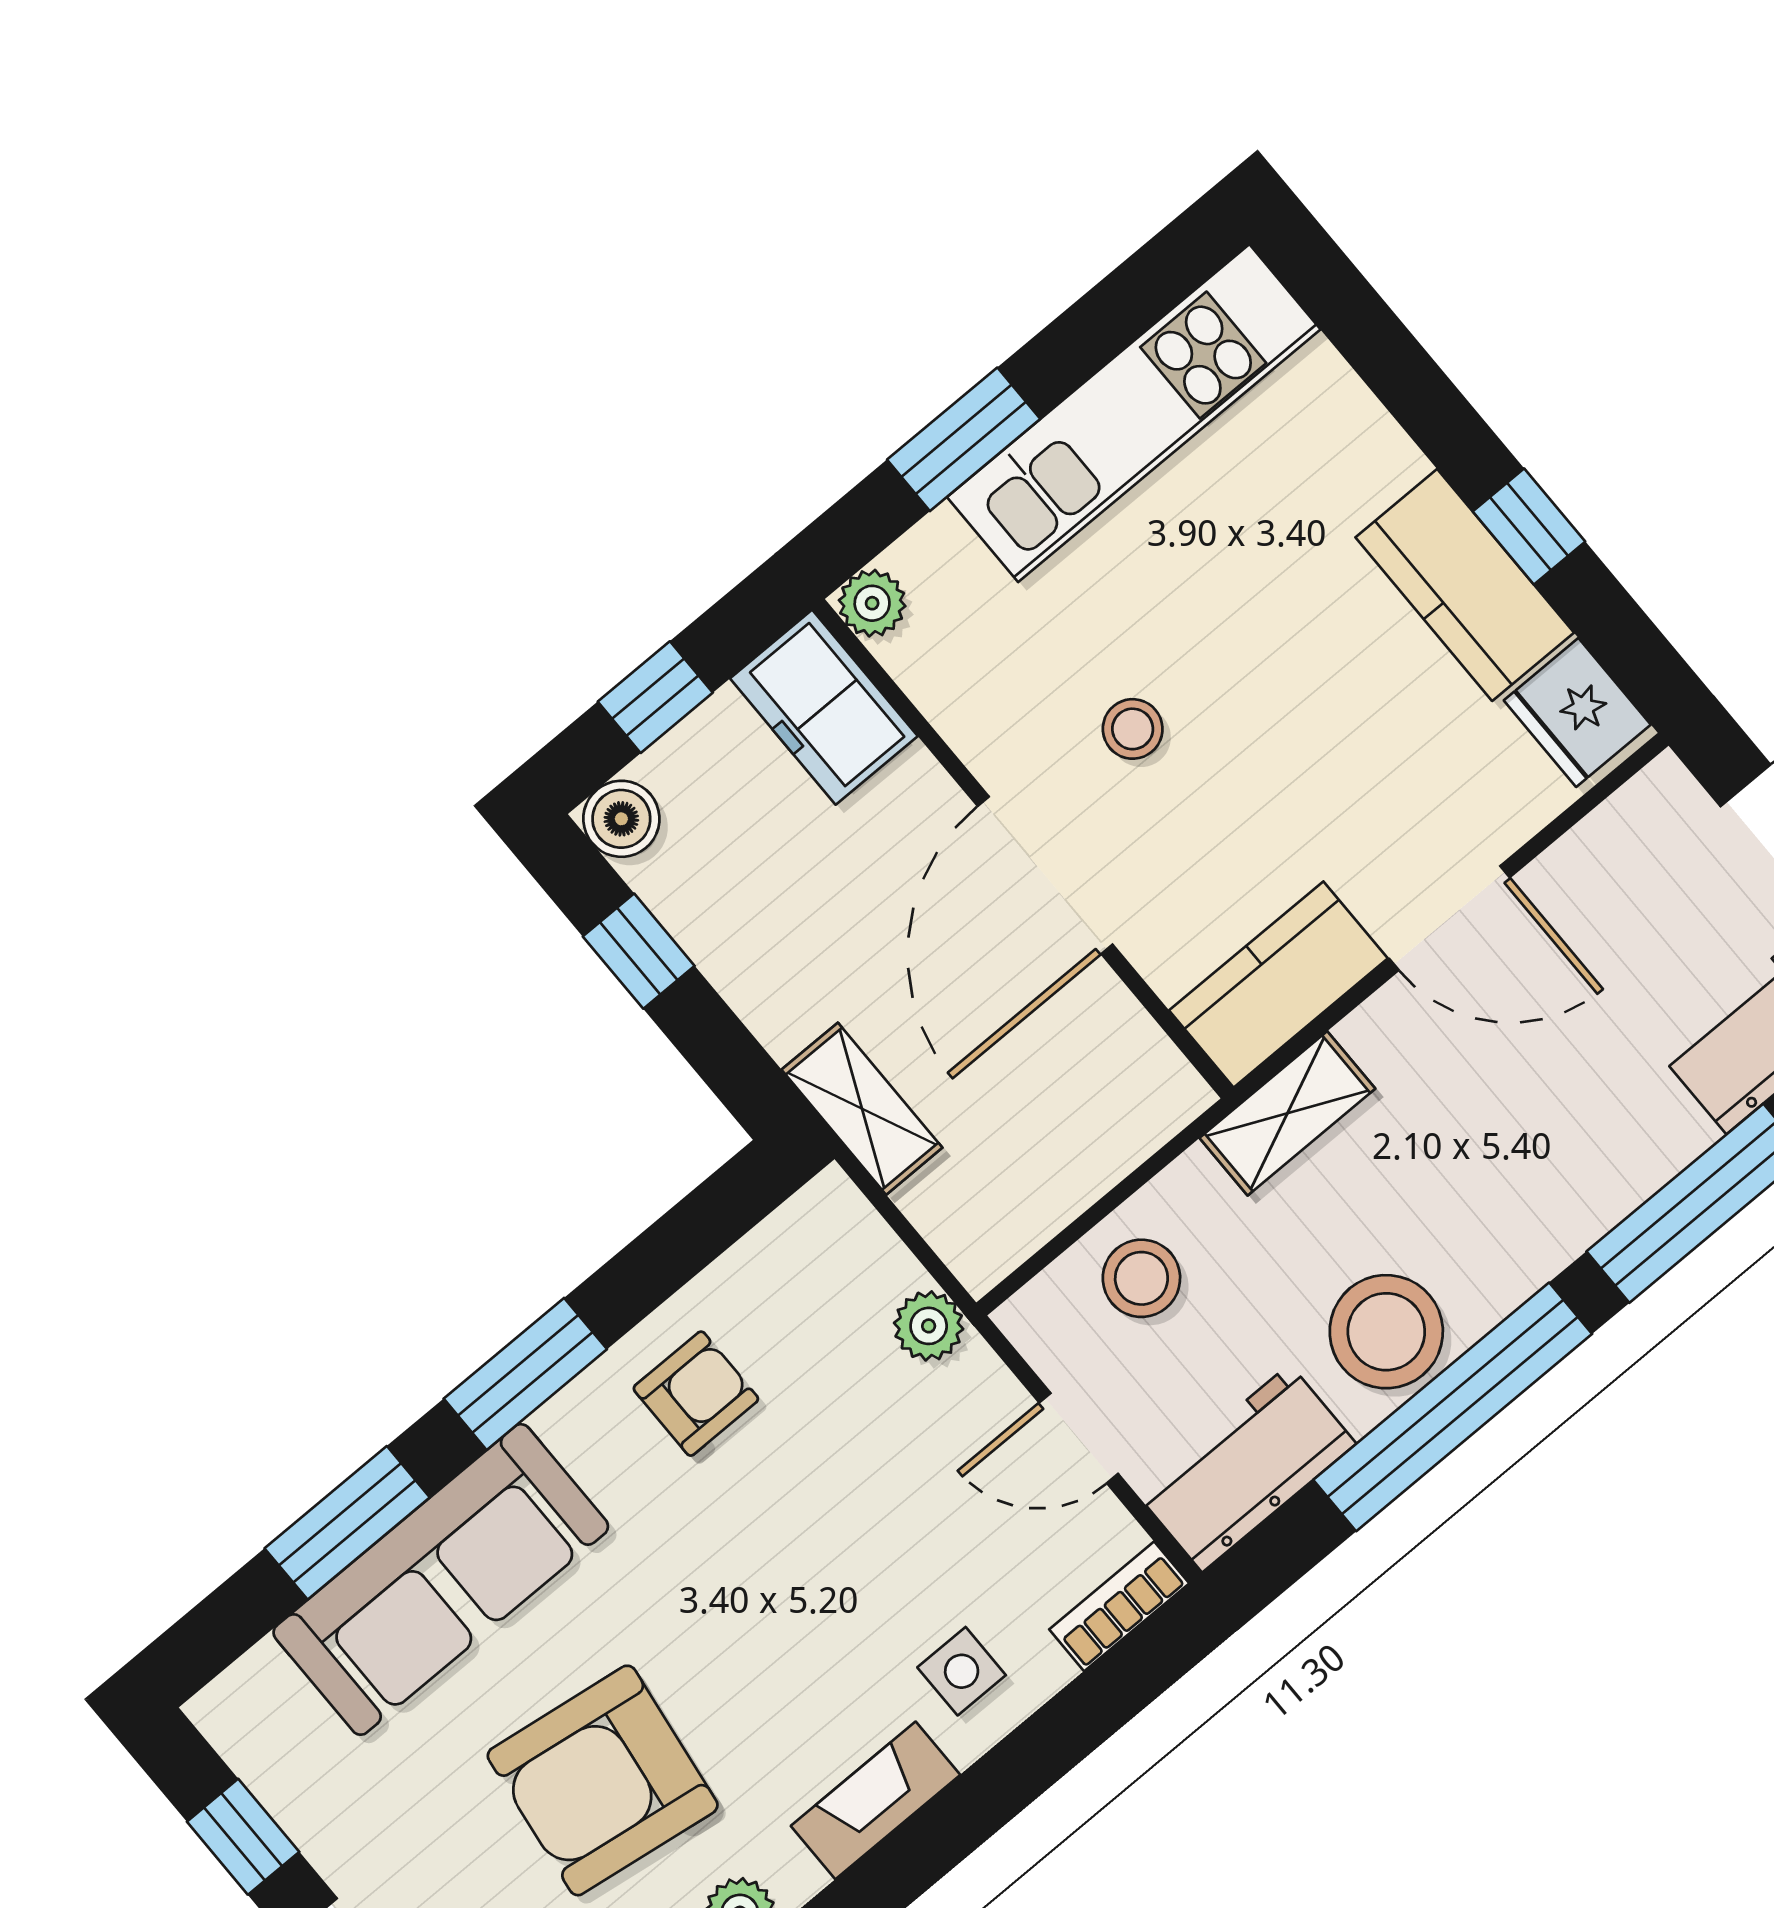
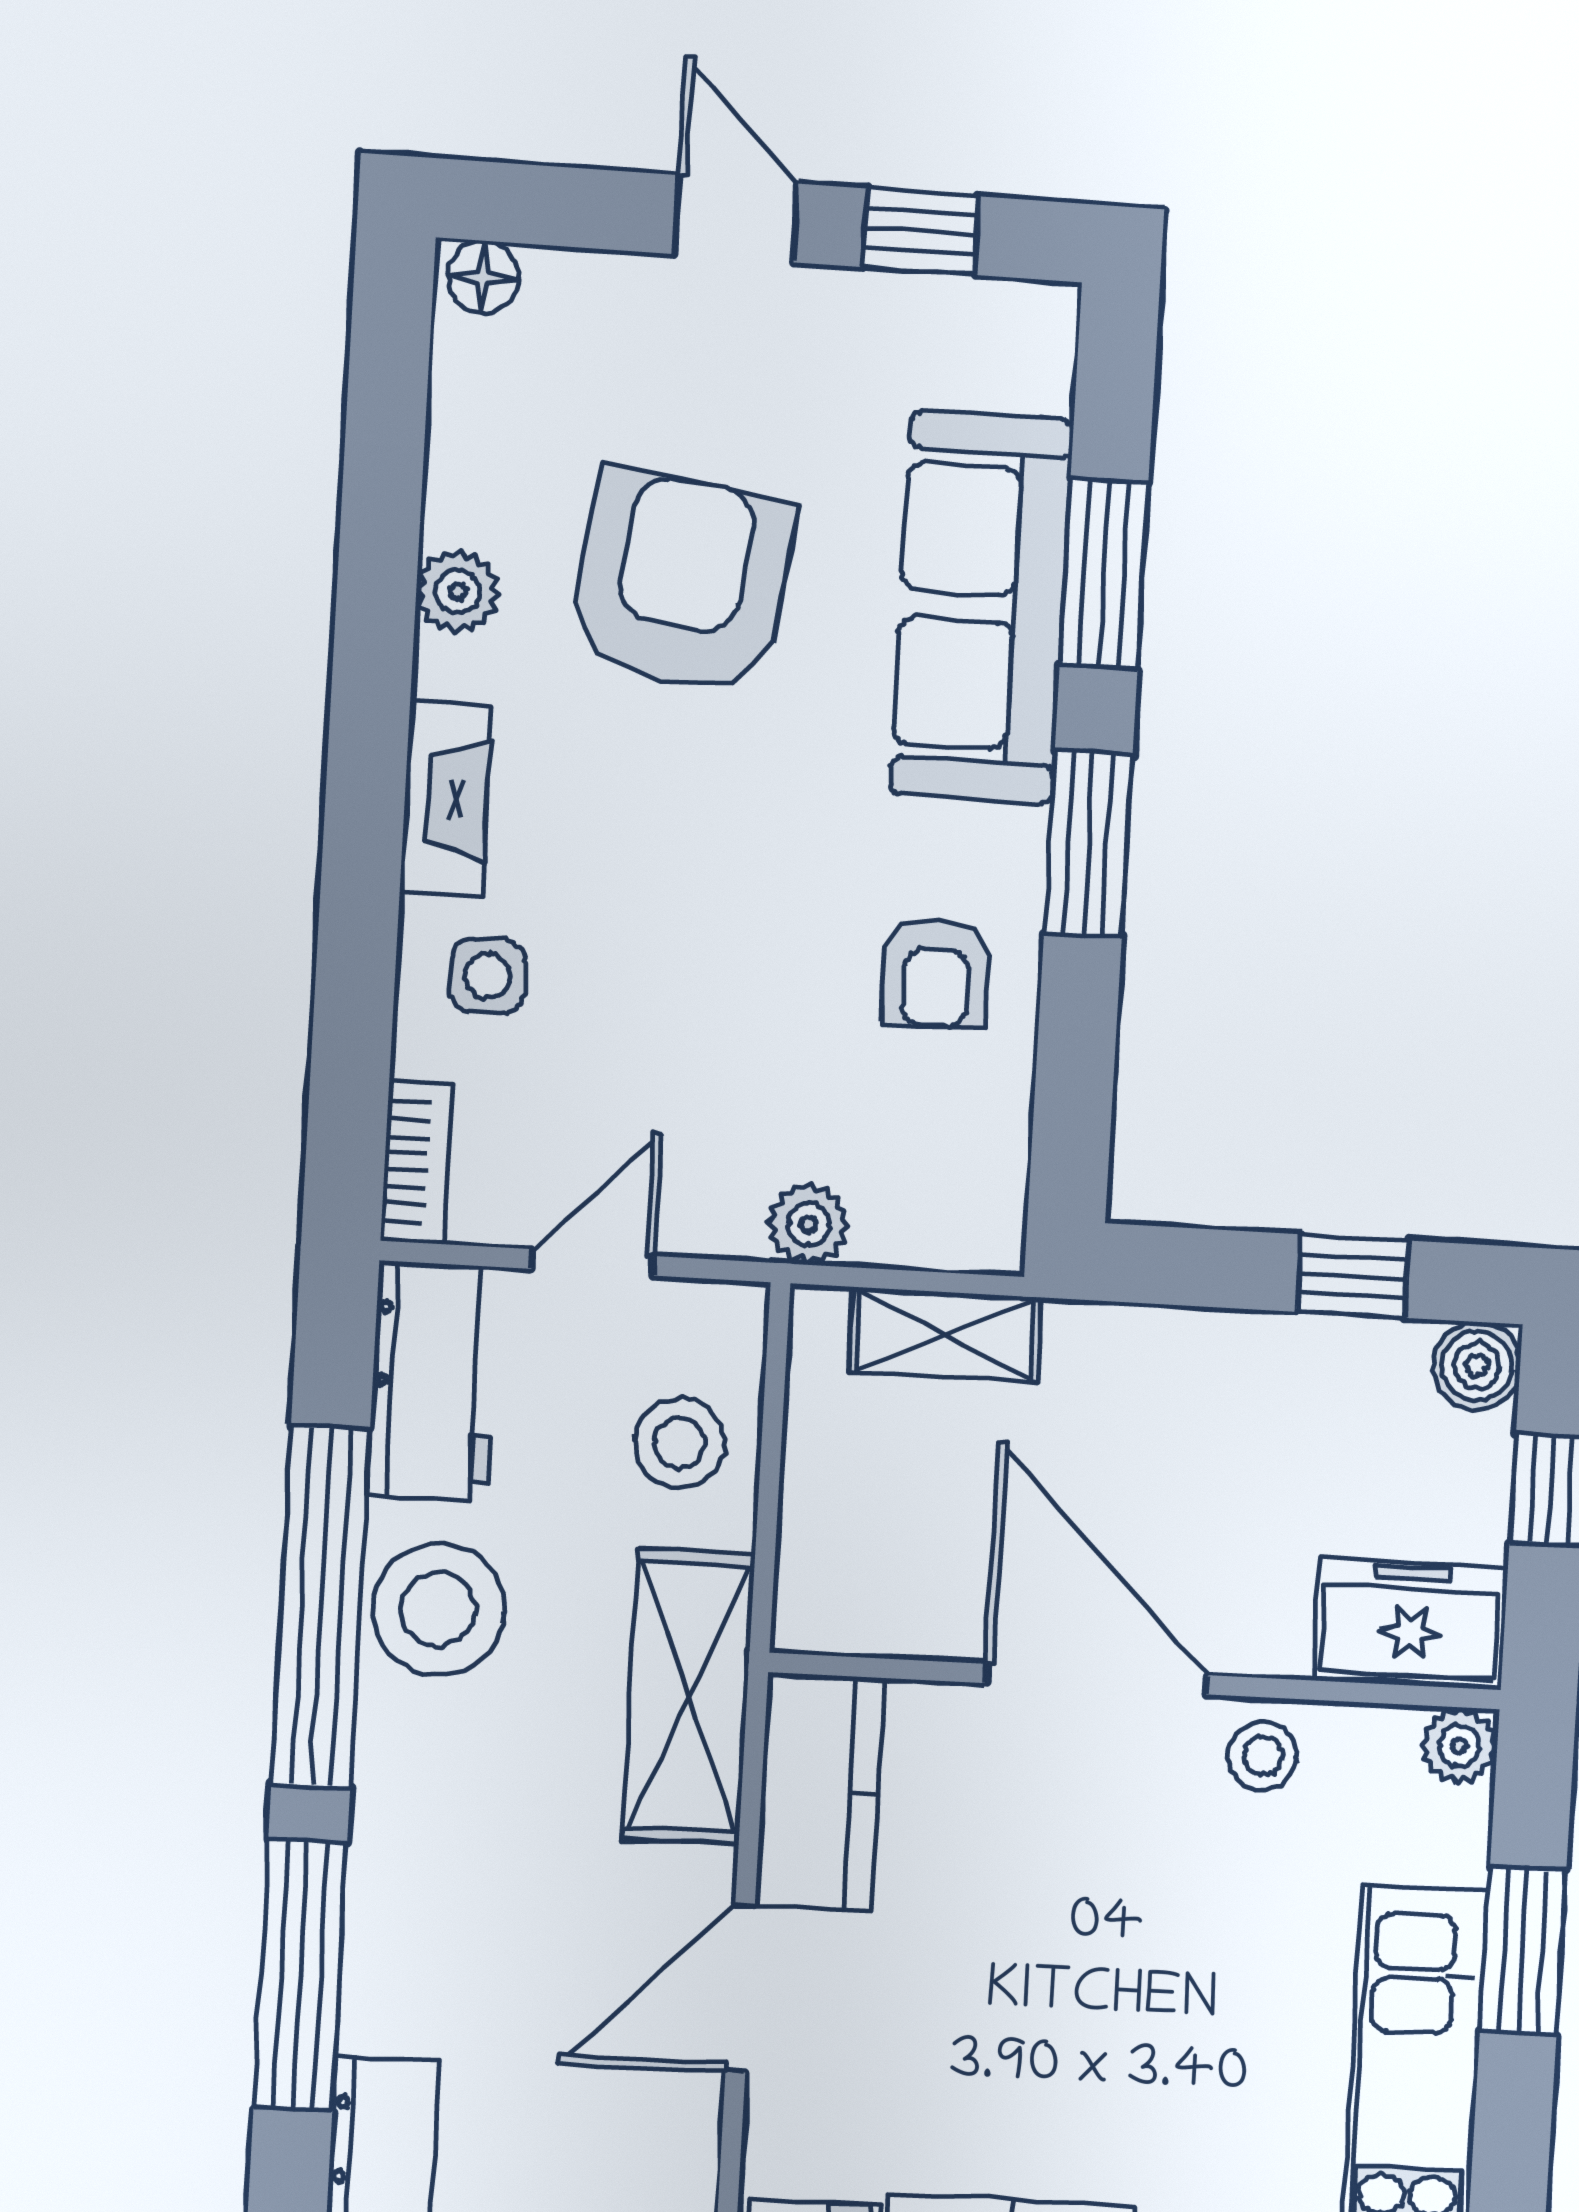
stool: (1133, 729) -> (1263, 1756), moved
shelving: (862, 1109) -> (945, 1335), moved
shelving: (1287, 1113) -> (689, 1697), width x1.50, depth x1.33

